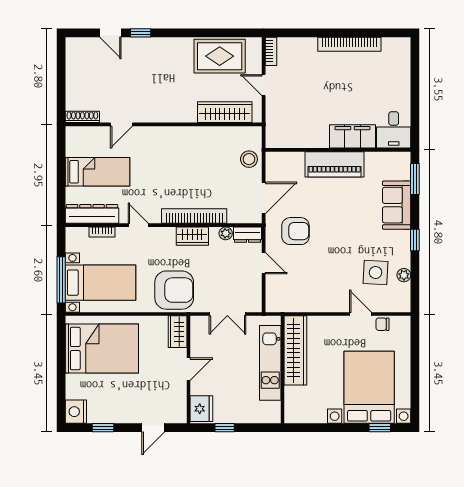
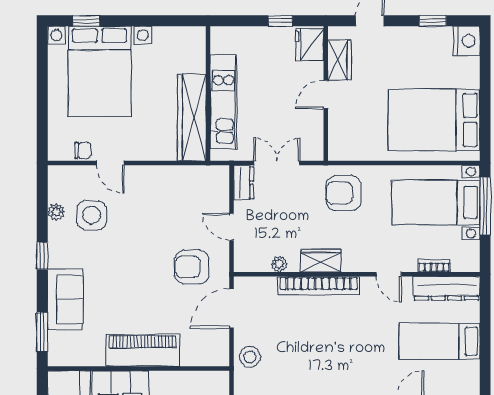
dresser: (248, 235) -> (244, 183), moved, turned 90
armchair: (174, 290) -> (344, 193), width x0.73, depth x0.73
wardrobe: (178, 332) -> (339, 60), moved

